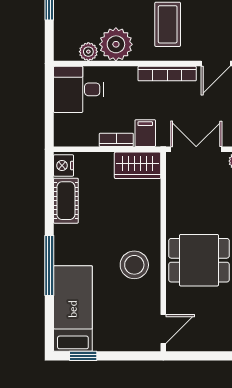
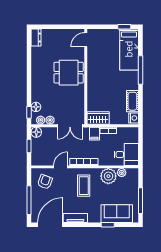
stool: (134, 265) -> (100, 70), removed

